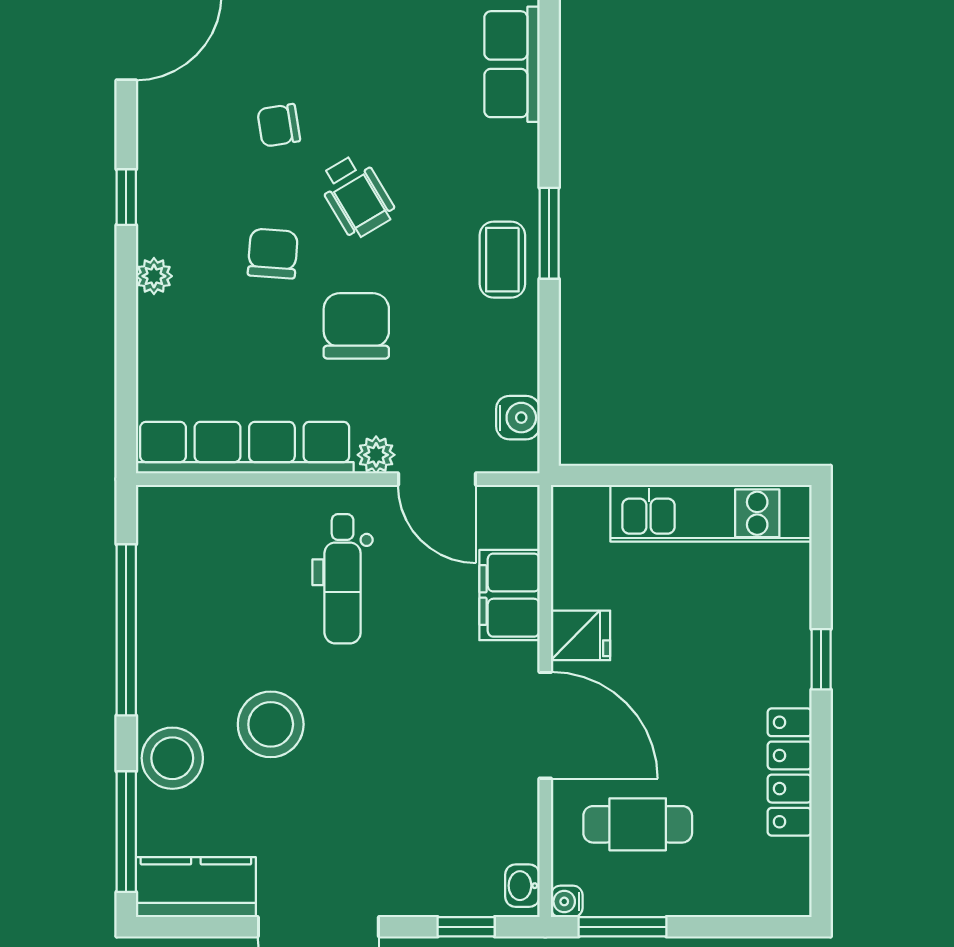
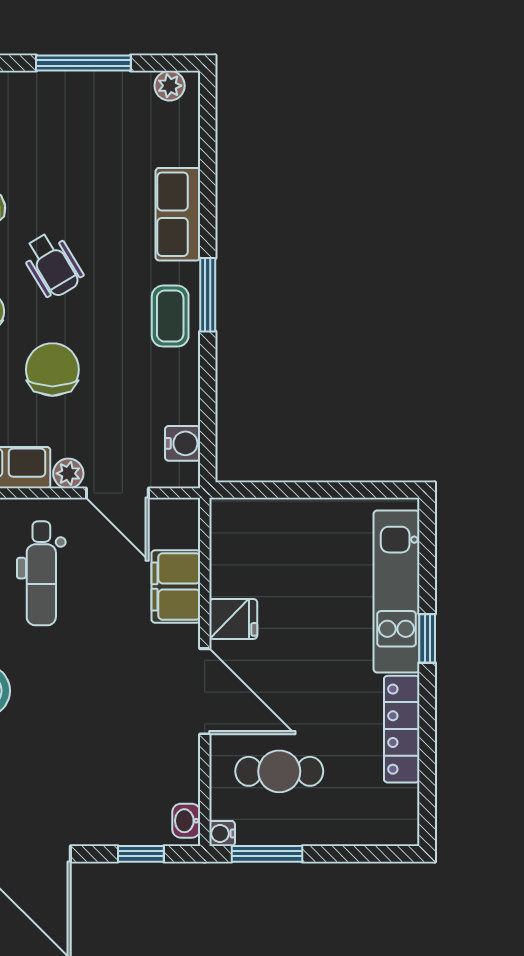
row of seats: (512, 64) -> (178, 214), moved
kitchen unit: (711, 513) -> (397, 592), moved, turned 90

